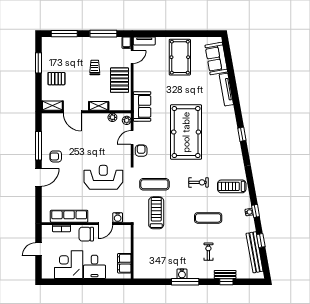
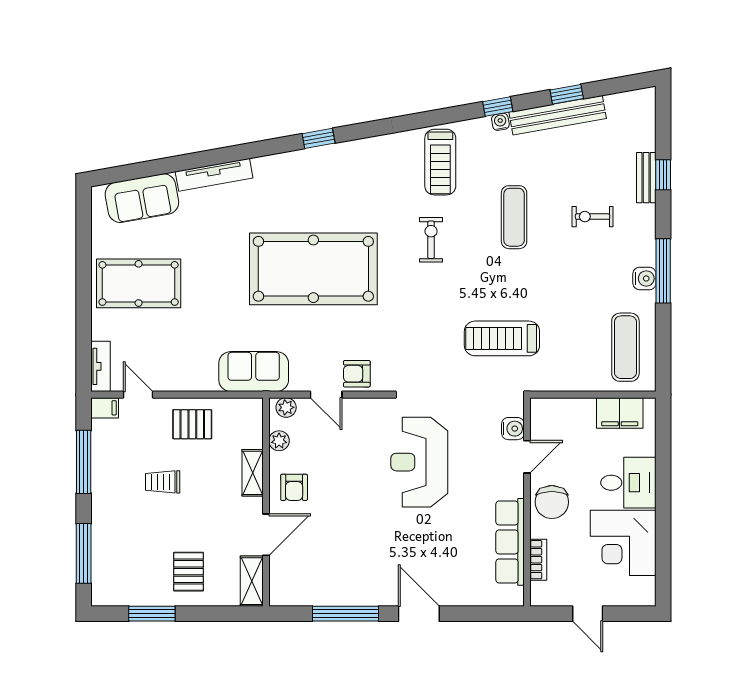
pallet: (120, 80) -> (192, 424), width x0.67, depth x0.71
armchair: (56, 156) -> (294, 487), moved
exercise mat: (154, 184) -> (625, 347), moved
door: (106, 224) -> (527, 457), hinge flipped
bench: (255, 252) -> (558, 115), moved

